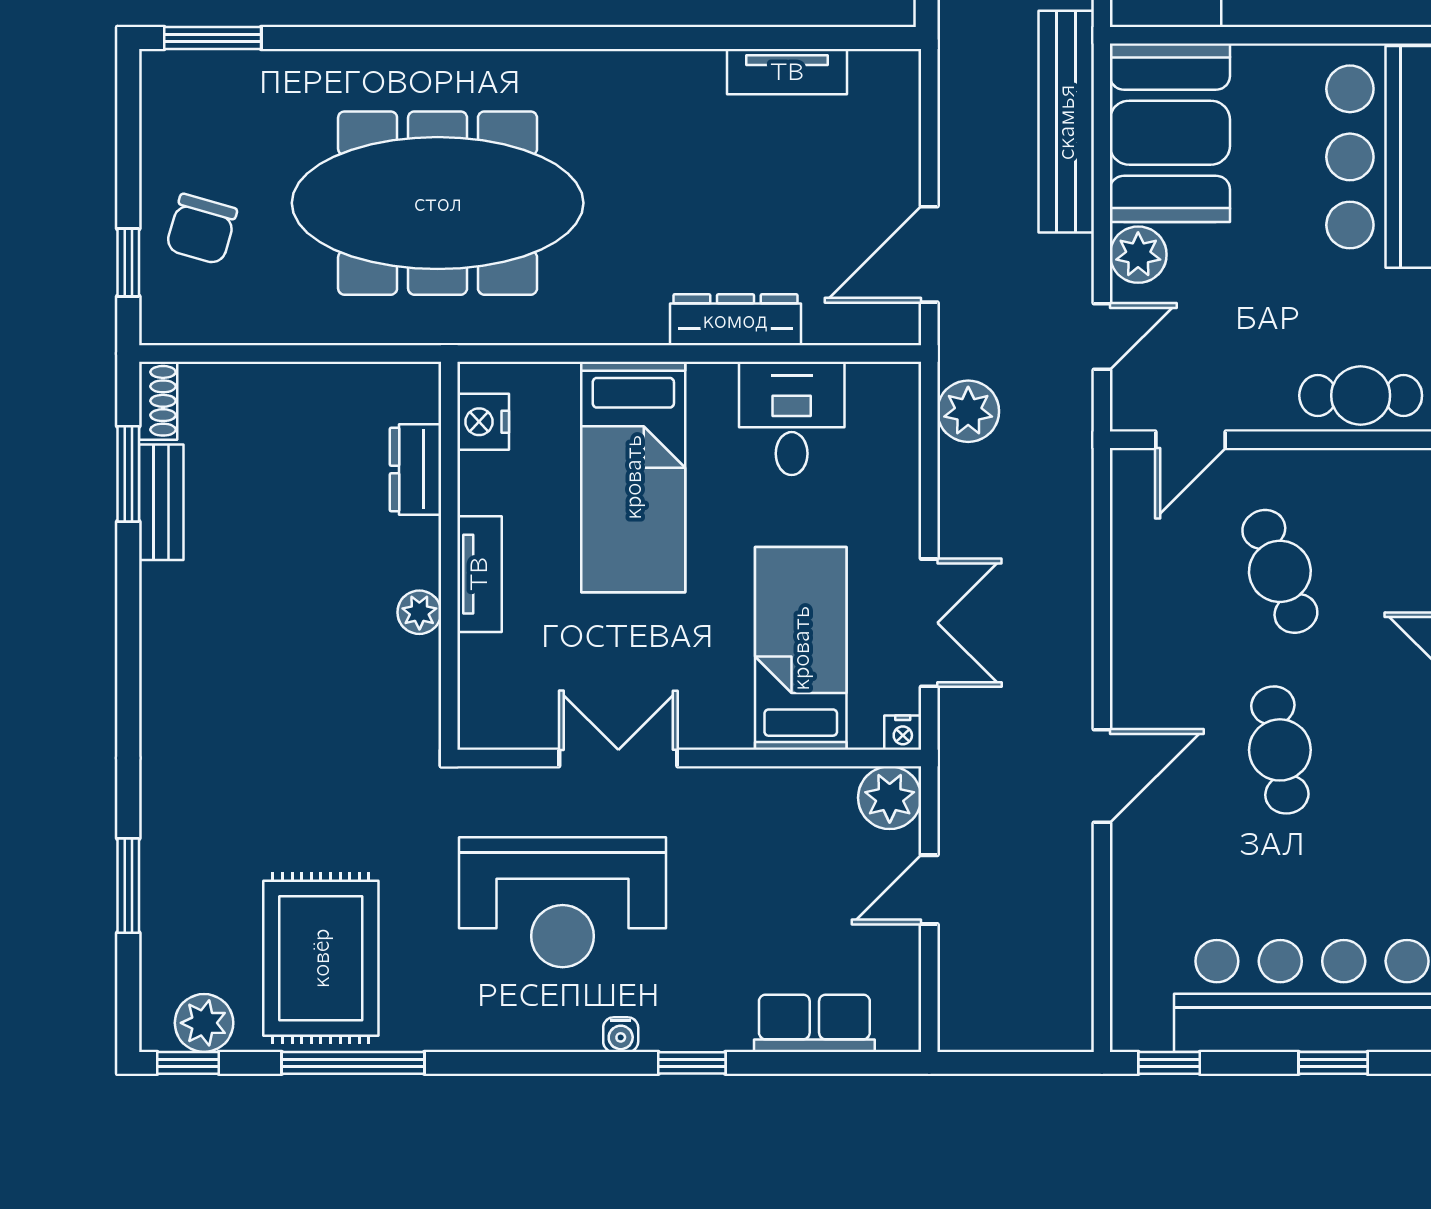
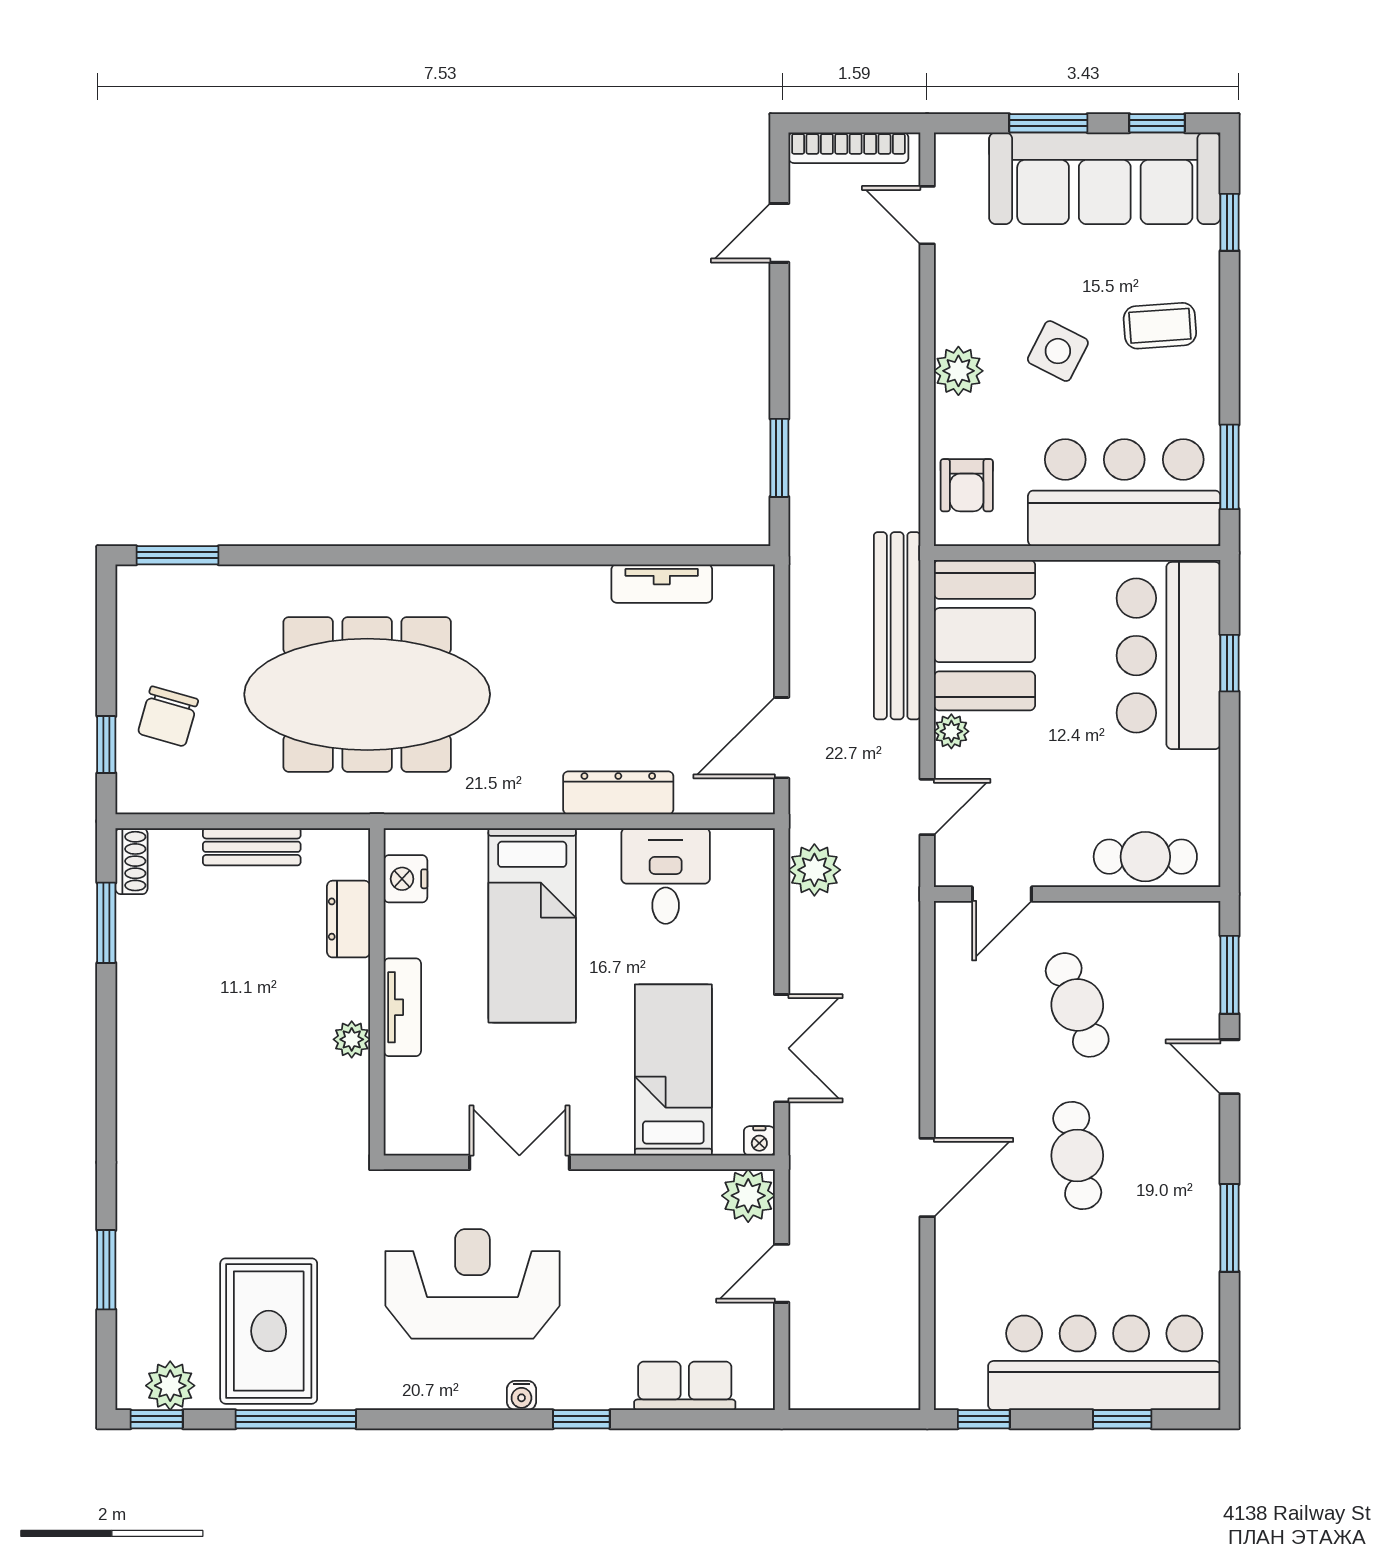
plant: (1138, 255) -> (951, 731), width x0.73, depth x0.73
bench: (161, 502) -> (252, 847), moved, turned 90
reception desk: (563, 902) -> (472, 1284), turned 180

